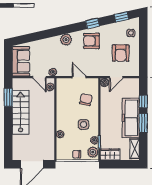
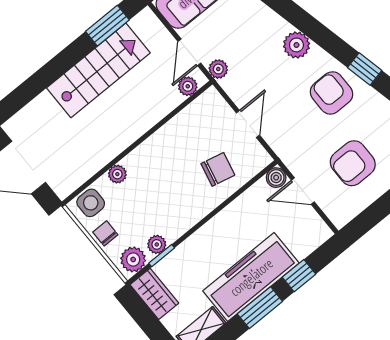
side table: (83, 125) -> (91, 203), moved

